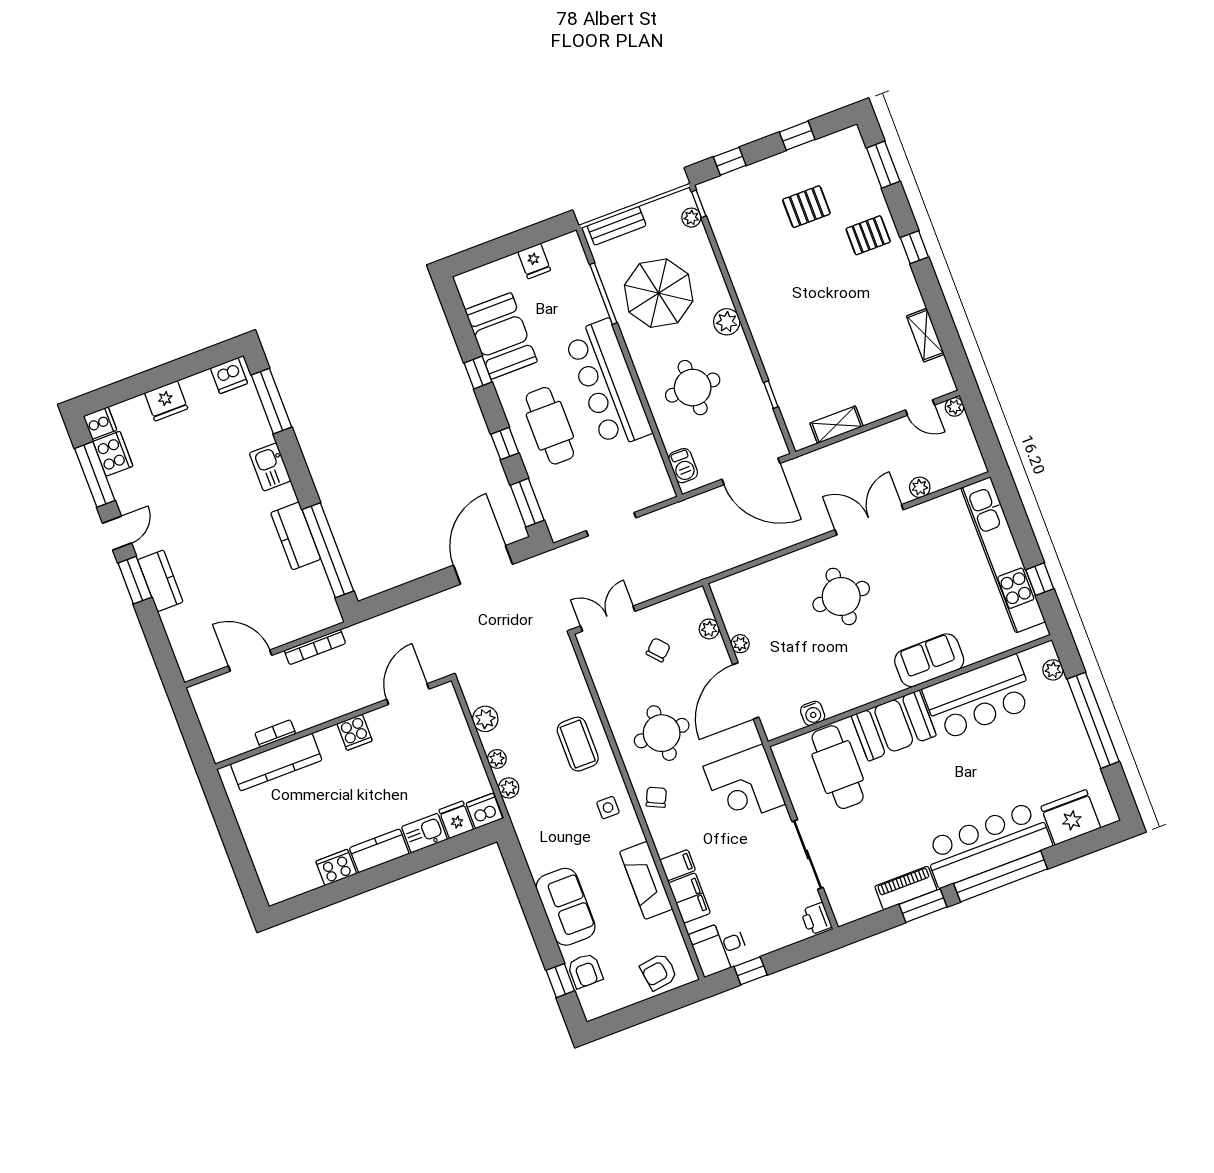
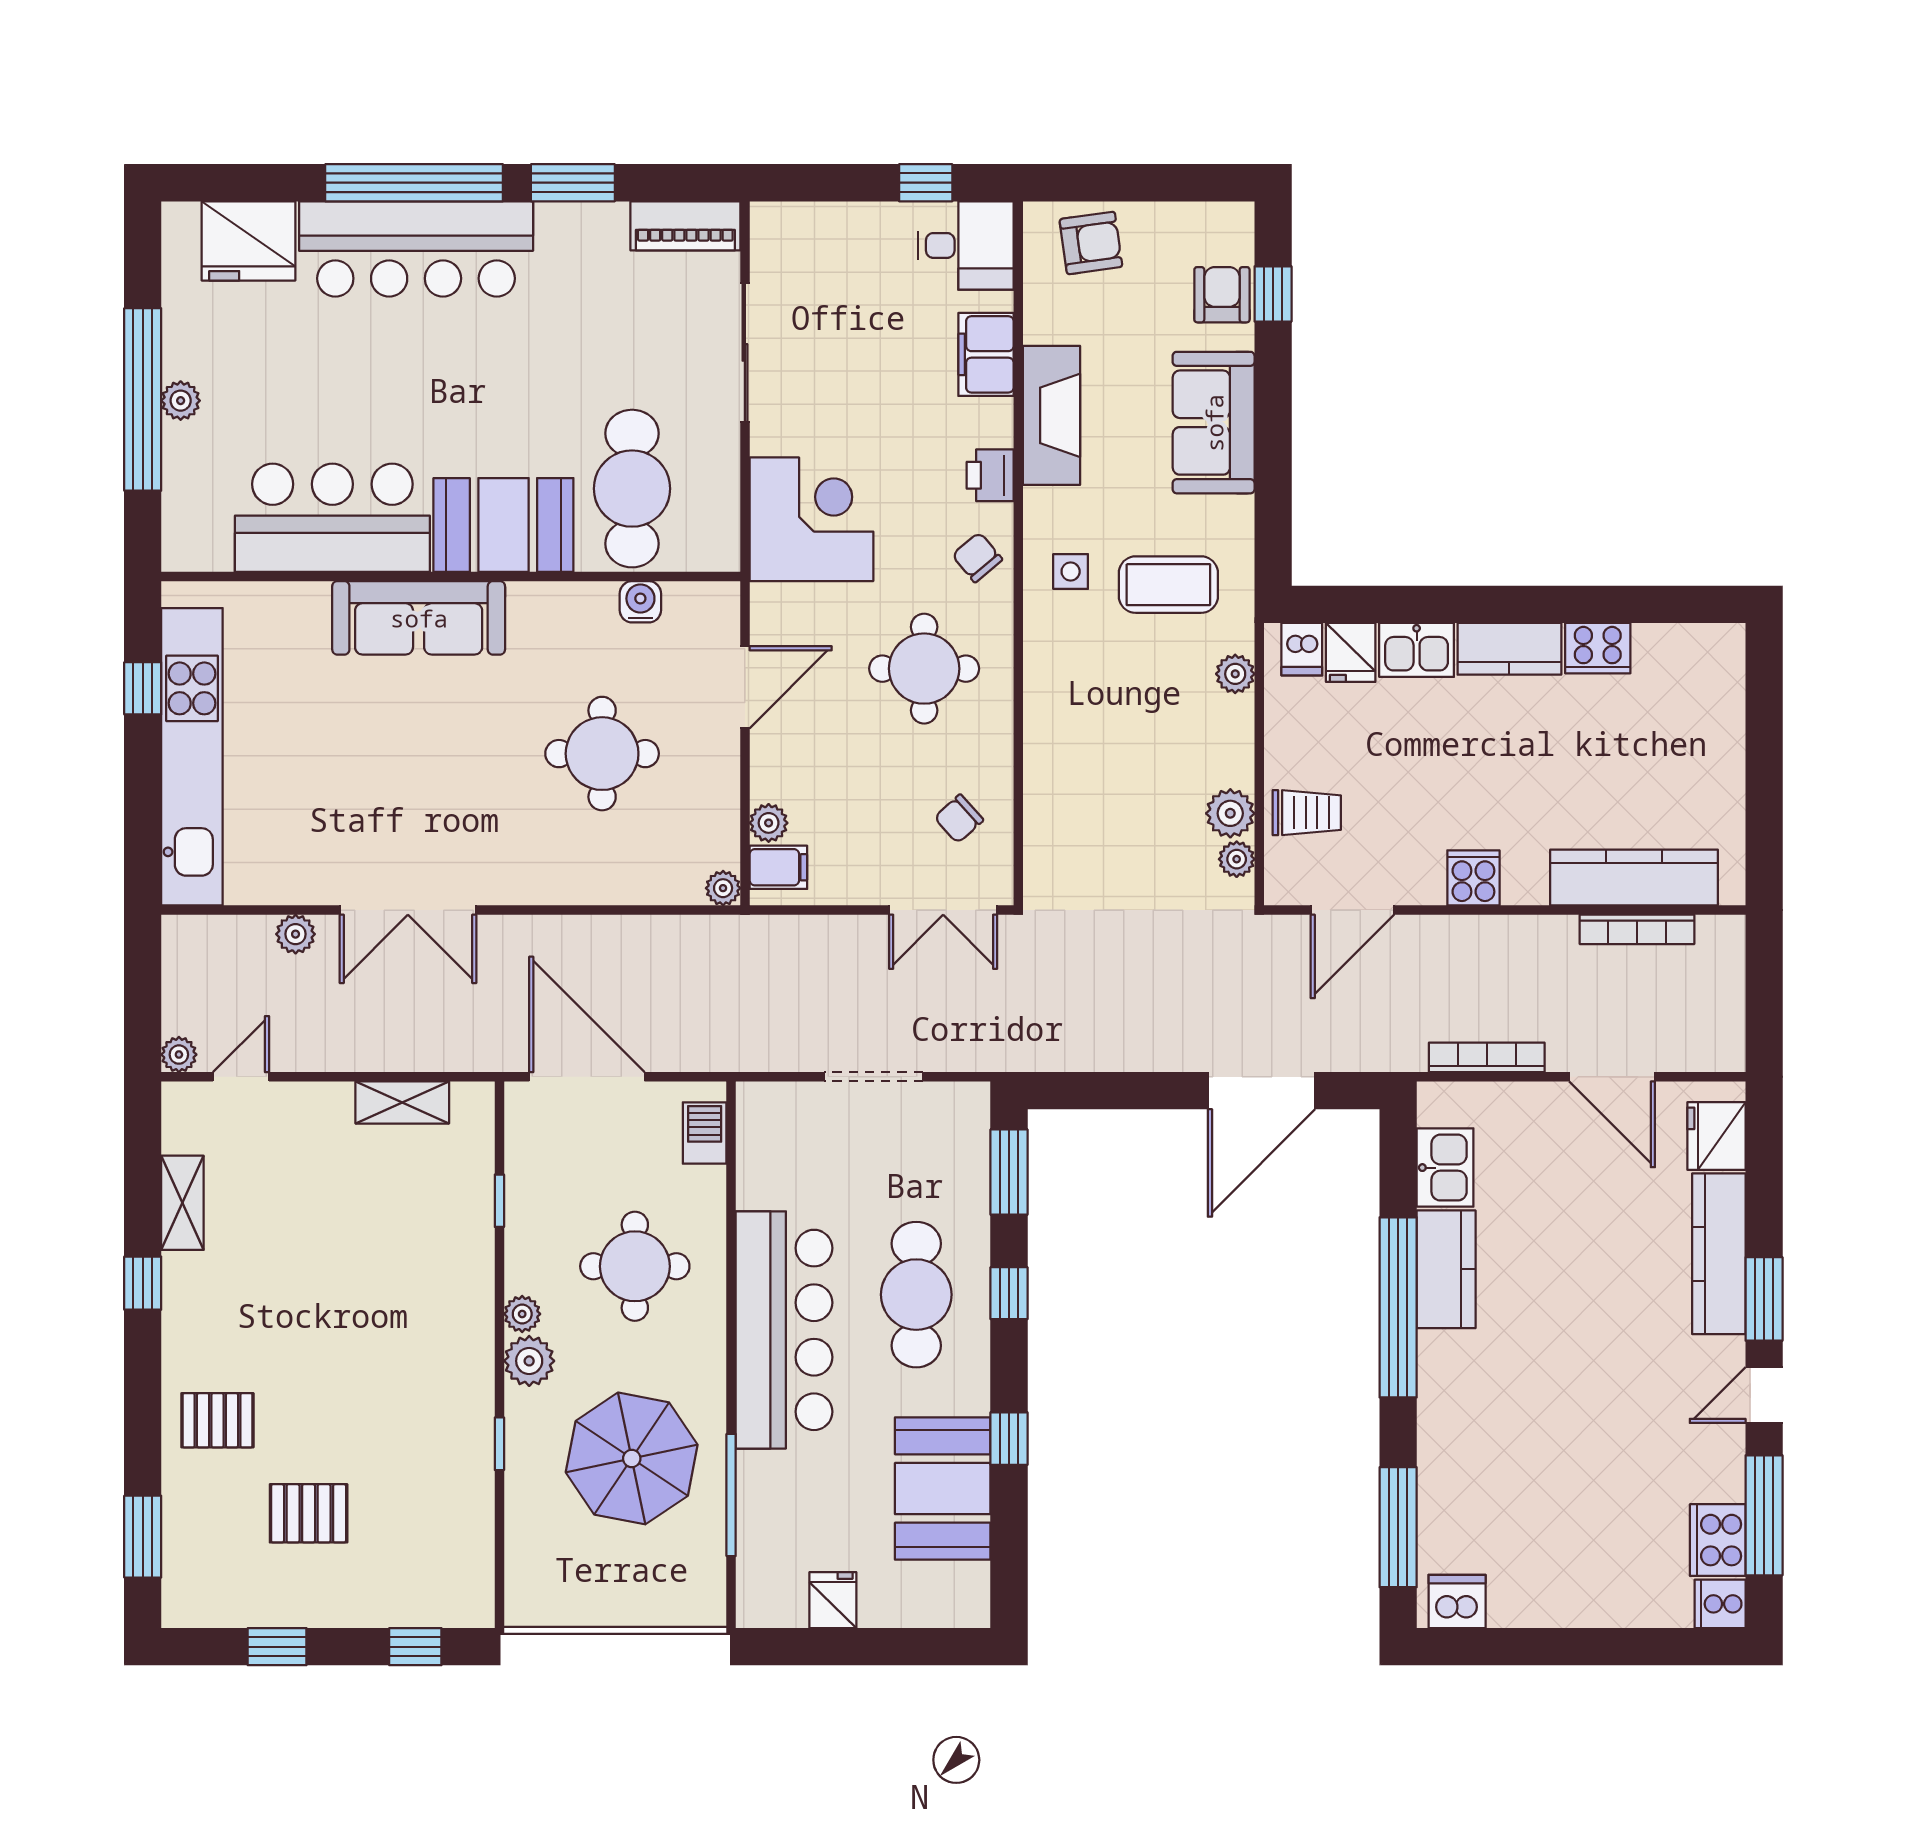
window: (699, 204) -> (499, 1444), moved
plant: (691, 218) -> (522, 1314), moved
bench: (617, 226) -> (661, 1608), removed
window: (914, 247) -> (143, 1283), moved
fridge: (166, 401) -> (1716, 1136), moved, turned -90
door: (920, 407) -> (241, 1077), hinge flipped
kitchen sink: (270, 467) -> (1445, 1168), moved
window: (328, 550) -> (1398, 1307), moved
door: (483, 565) -> (1262, 1091), moved
kitchen counter: (160, 581) -> (1719, 1254), width x1.50
round table: (841, 596) -> (602, 754), moved
plant: (740, 644) -> (723, 888), moved
chair: (658, 650) -> (959, 819), moved
sofa: (929, 660) -> (419, 618), width x1.36
plant: (1053, 670) -> (181, 401), moved
door: (746, 691) -> (745, 687), width x0.73
bookcase: (275, 733) -> (1637, 929), width x1.56
trolley: (448, 733) -> (1307, 813), added
coffee table: (578, 744) -> (1168, 585), moved, turned 90
plant: (497, 759) -> (1237, 859), moved
chair: (656, 797) -> (977, 557), turned 115
dishwasher: (484, 811) -> (1302, 649), width x0.73
filing cabinet: (678, 865) -> (778, 867), moved, turned 180
piano: (906, 888) -> (685, 226), moved
printer: (816, 919) -> (990, 475), moved, turned 180

